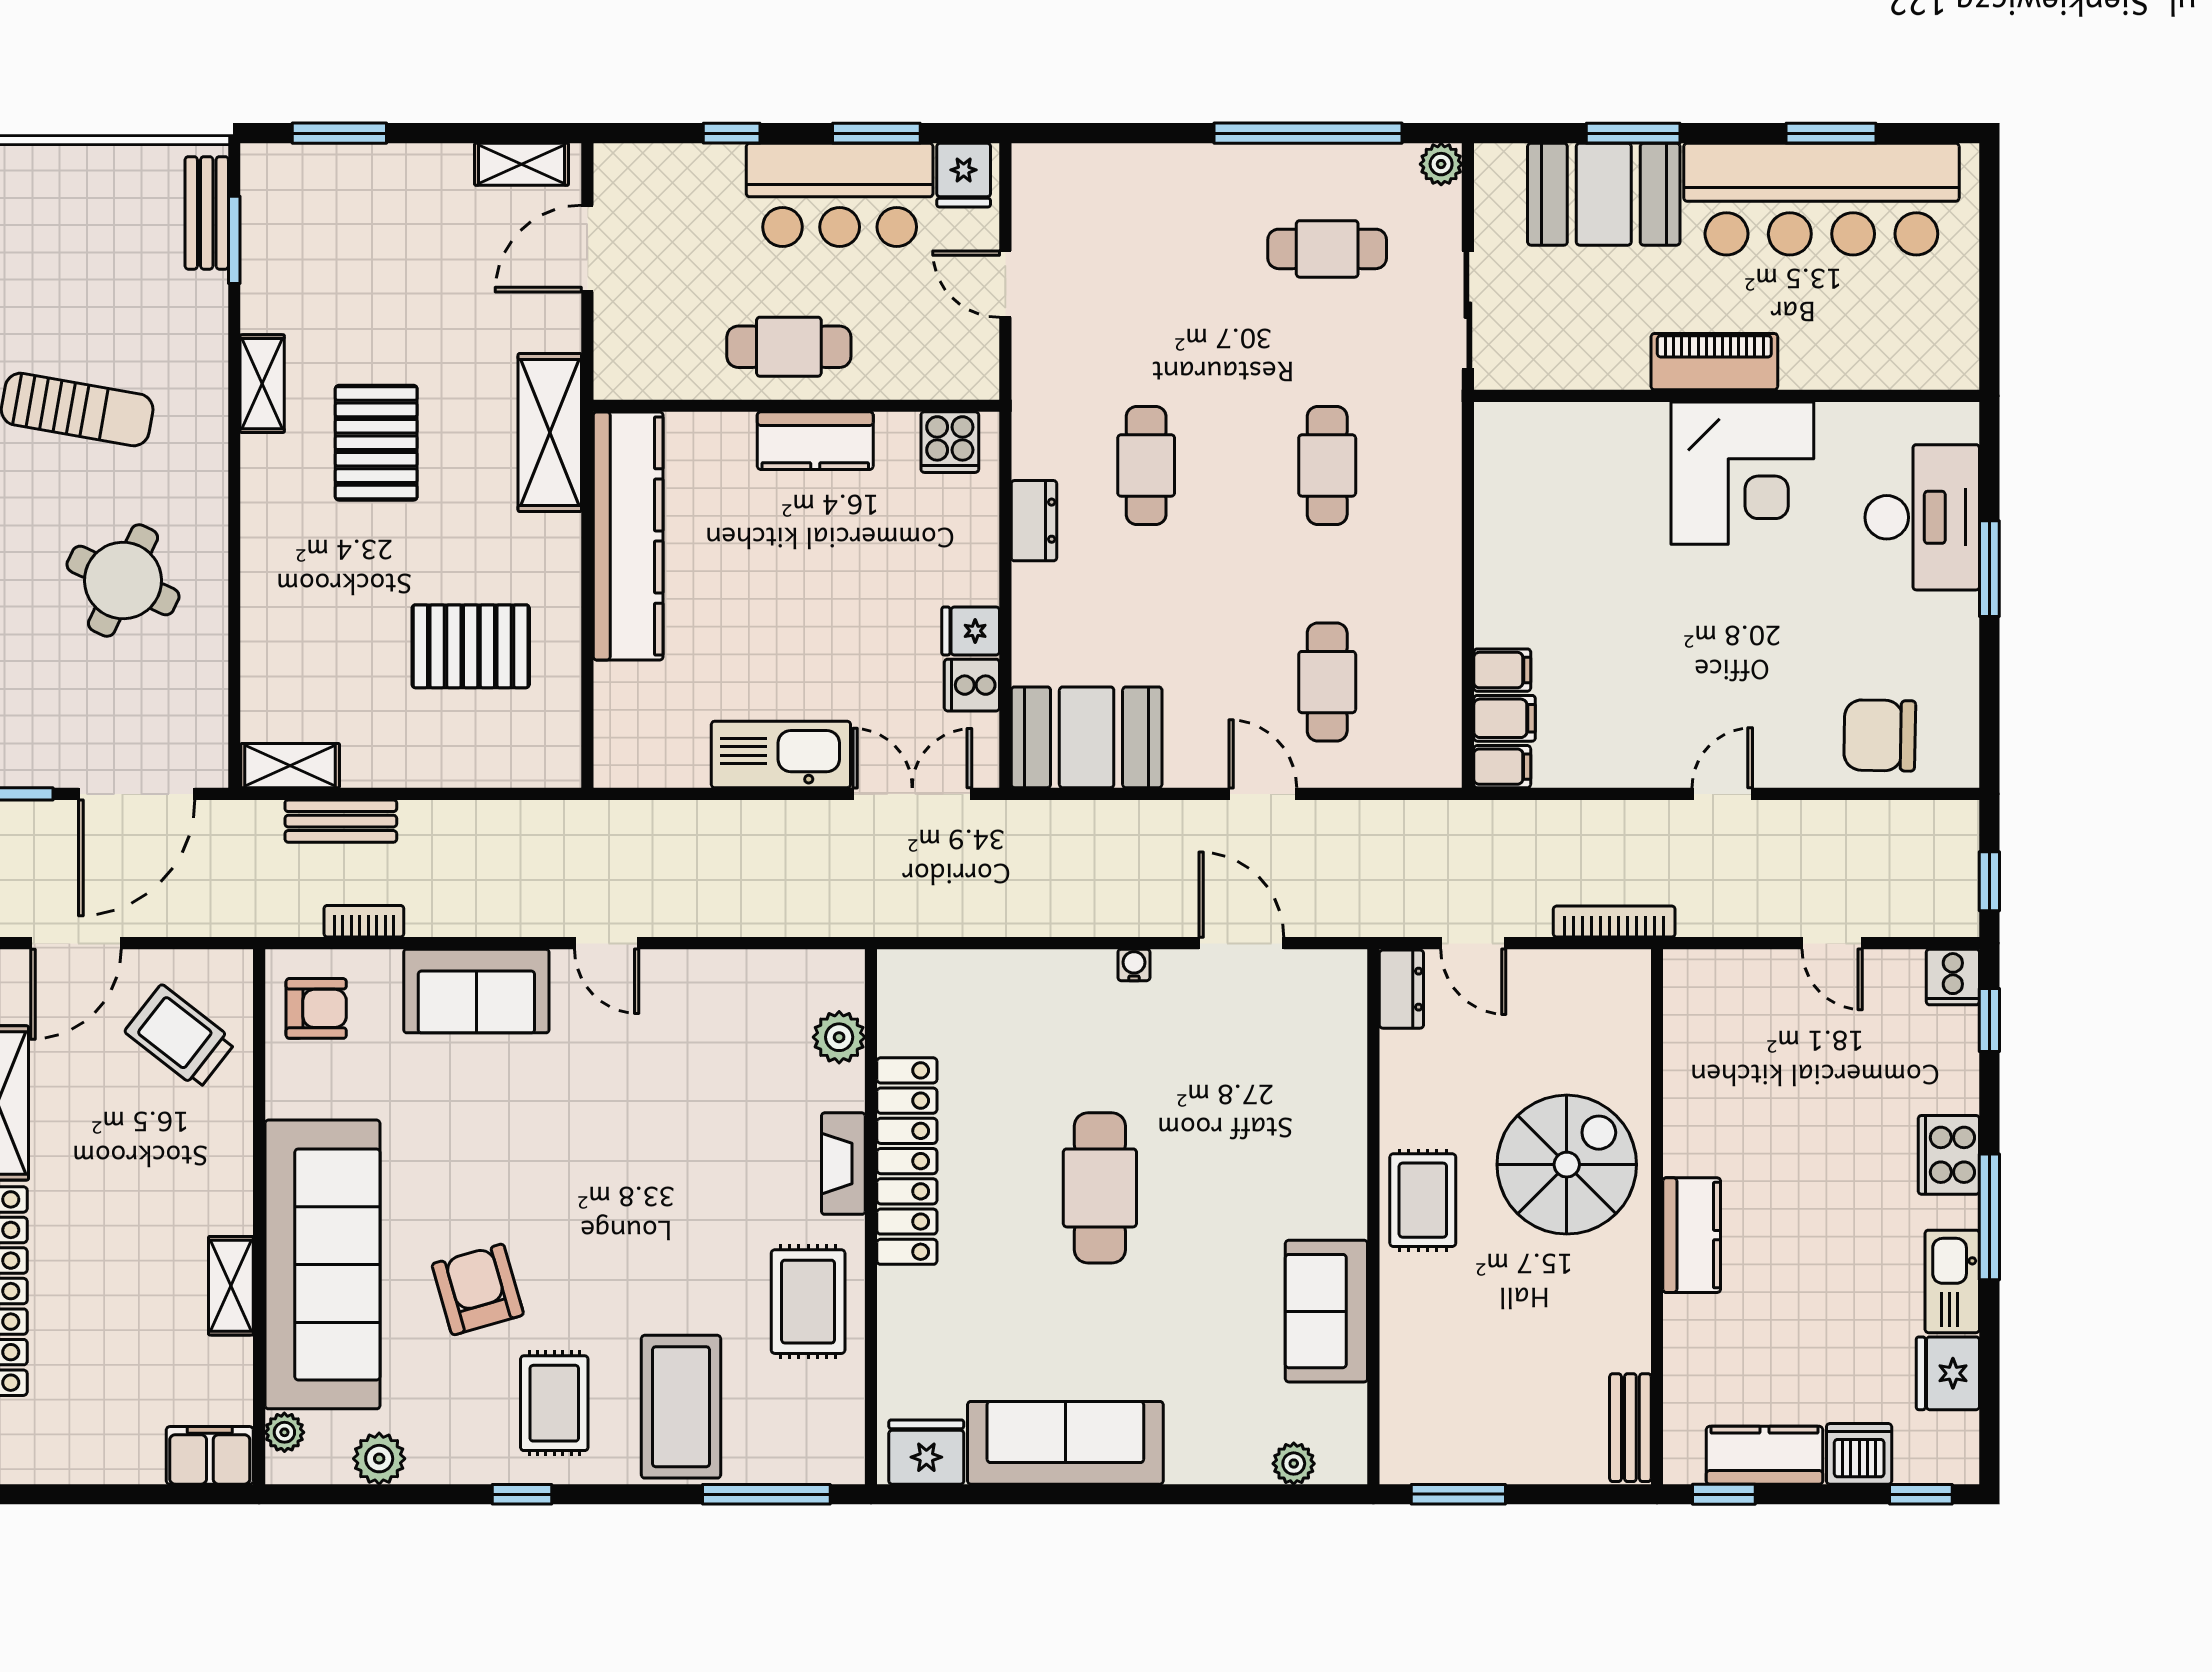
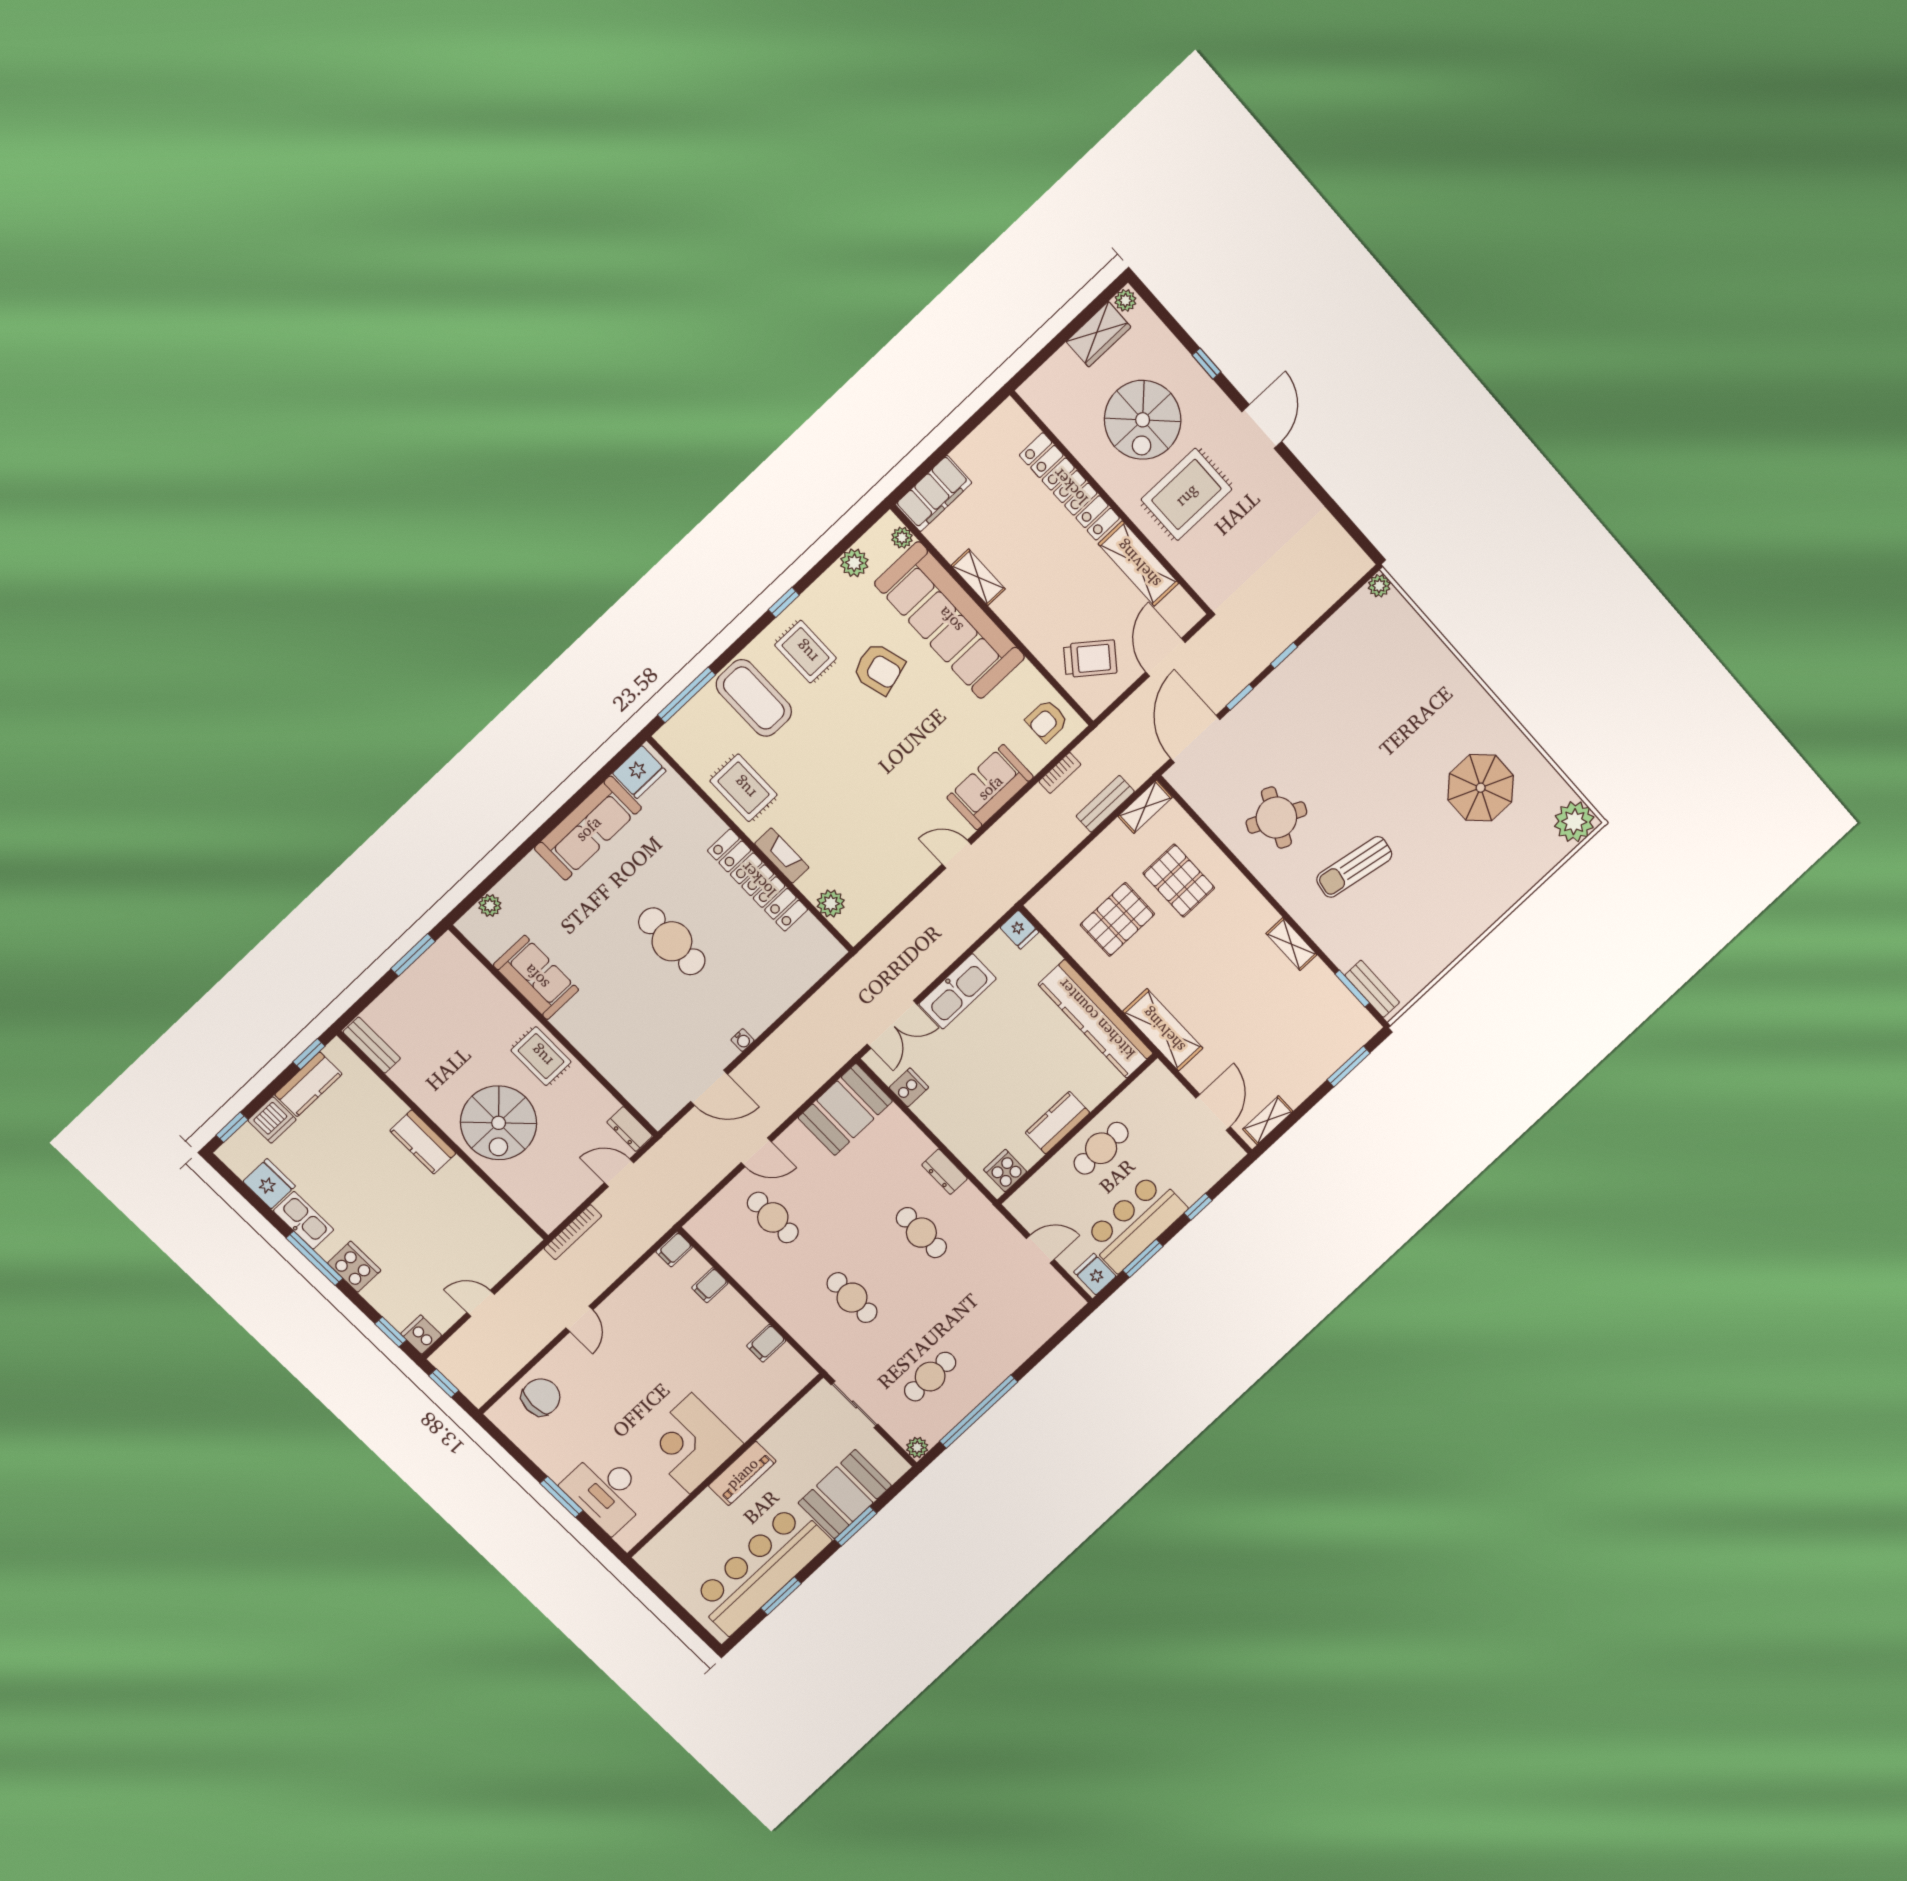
pallet: (376, 443) -> (1179, 881), moved
fridge: (971, 631) -> (1020, 930), moved, turned 90
filing cabinet: (1505, 718) -> (766, 1343), moved
filing cabinet: (210, 1455) -> (934, 494), width x1.50, depth x1.17

